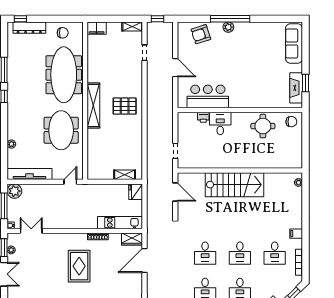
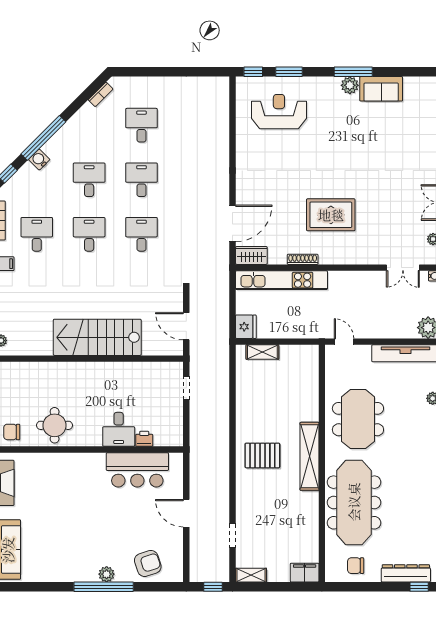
door: (70, 182) -> (344, 342), swing flipped
kitchen unit: (120, 223) -> (281, 280), width x1.36
rug: (79, 266) -> (331, 215), turned 90

